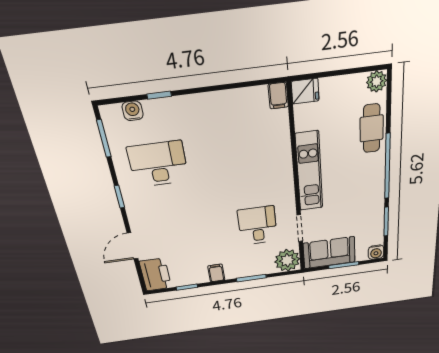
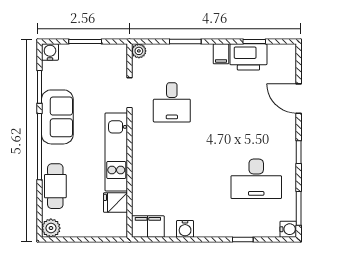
fridge: (305, 91) -> (115, 203), moved
filing cabinet: (278, 96) -> (148, 227), width x2.00
water cooler: (227, 99) -> (185, 229), added
water cooler: (133, 111) -> (288, 229), moved, turned -90
door: (132, 246) -> (299, 99), swing flipped
sofa: (329, 253) -> (57, 117), moved, turned -90
plant: (287, 260) -> (139, 51), width x0.53, depth x0.53
printer: (155, 275) -> (248, 57), moved, turned -90

